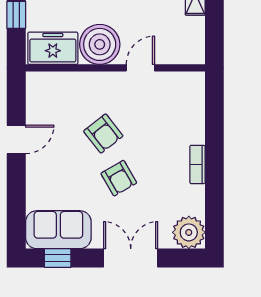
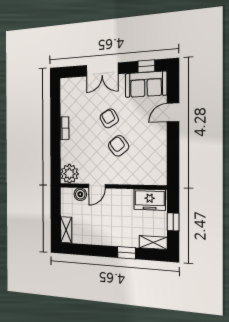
boiler: (100, 44) -> (80, 194), moved, width x0.54, depth x0.54
door: (16, 139) -> (173, 112), moved
plant: (189, 232) -> (69, 174), moved

